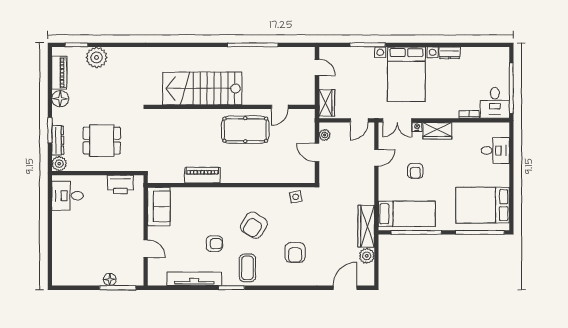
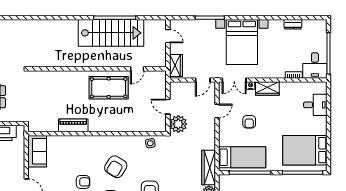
dresser: (450, 53) -> (293, 24), moved
stairs: (202, 88) -> (111, 33), moved, turned 180
plant: (325, 135) -> (178, 124), moved, width x1.87, depth x1.87

